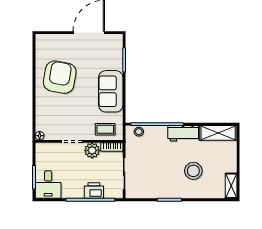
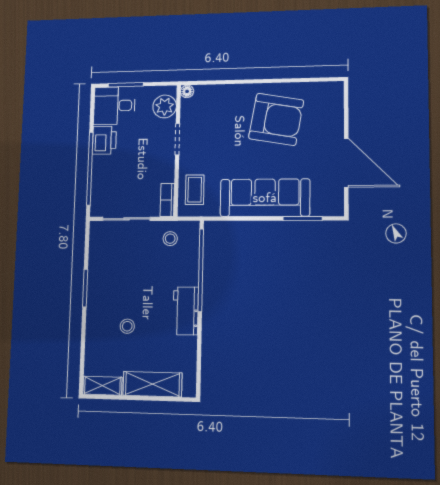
sofa: (111, 91) -> (265, 198), width x1.36
stool: (139, 132) -> (170, 239), moved
shelving: (218, 133) -> (152, 384), moved, turned 90
plant: (92, 150) -> (165, 106), moved
stool: (193, 171) -> (127, 326), width x0.53, depth x0.53
printer: (94, 191) -> (104, 140), moved

